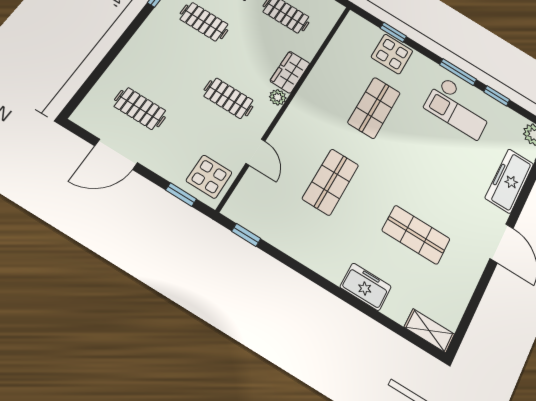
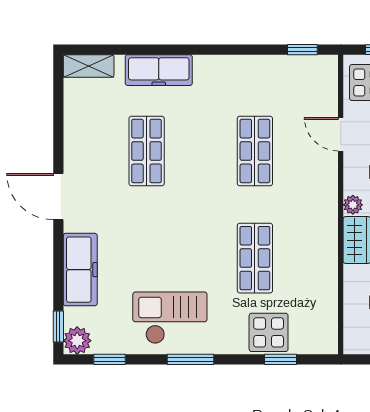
window: (497, 96) -> (109, 359), moved
shop shelf: (416, 235) -> (147, 151), turned 90
freezer: (366, 287) -> (159, 70), width x1.40

